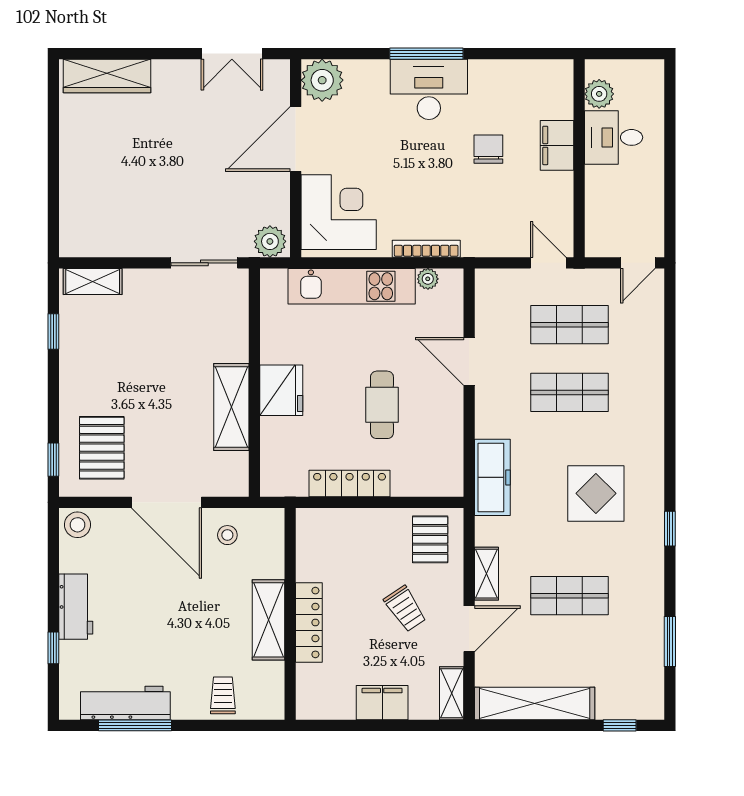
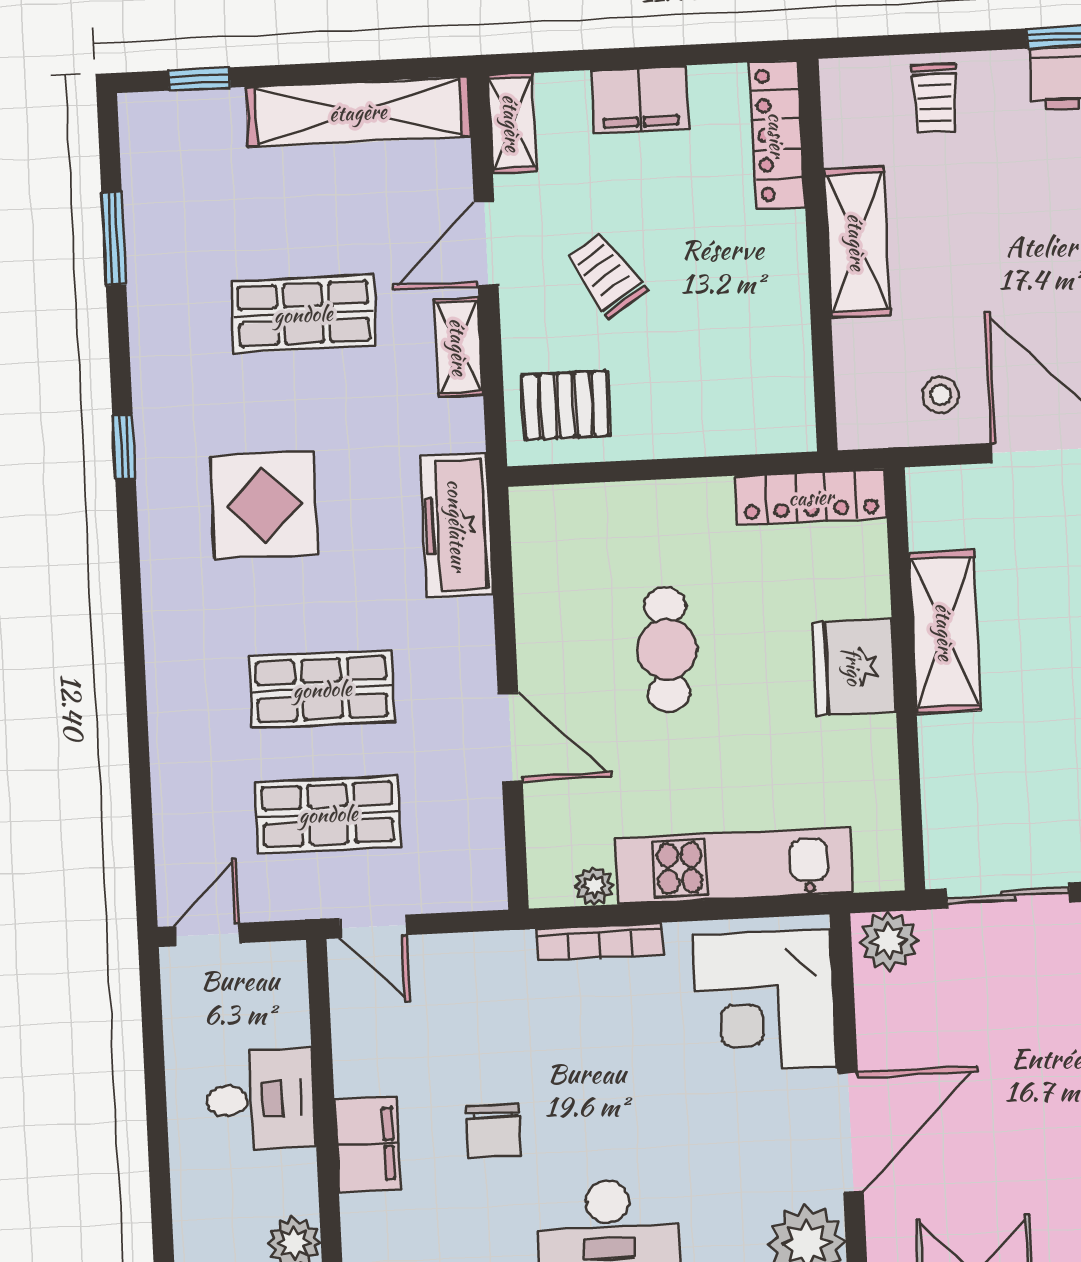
desk: (614, 137) -> (260, 1099), moved
locker: (350, 483) -> (811, 497), moved
pallet: (430, 539) -> (566, 405), turned 90
locker: (309, 622) -> (777, 135), moved

